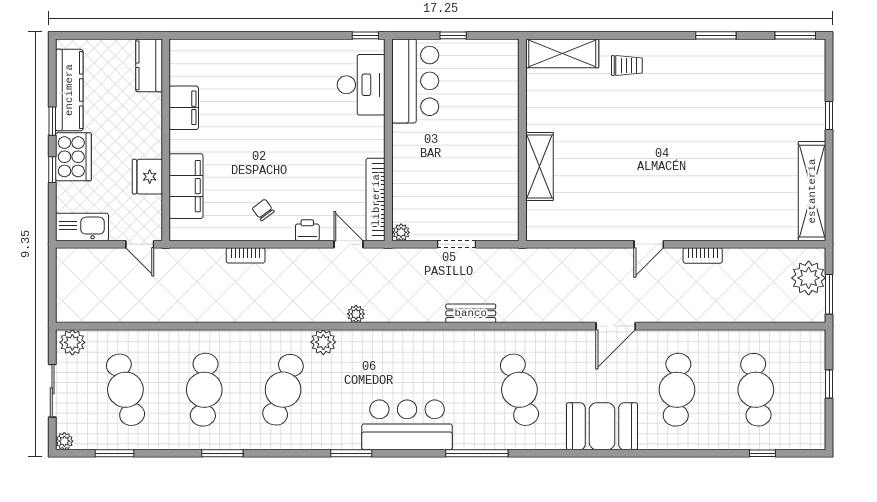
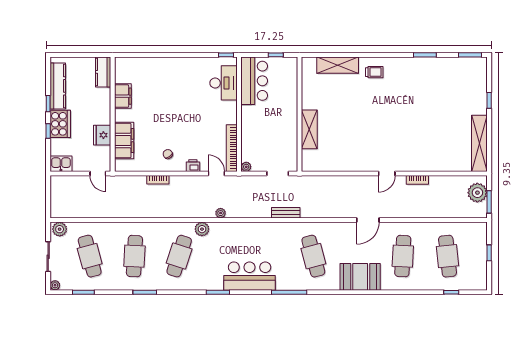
wall: (522, 140) -> (300, 114), moved
shelving: (539, 167) -> (309, 129), moved
kitchen sink: (82, 227) -> (61, 164), width x0.73

